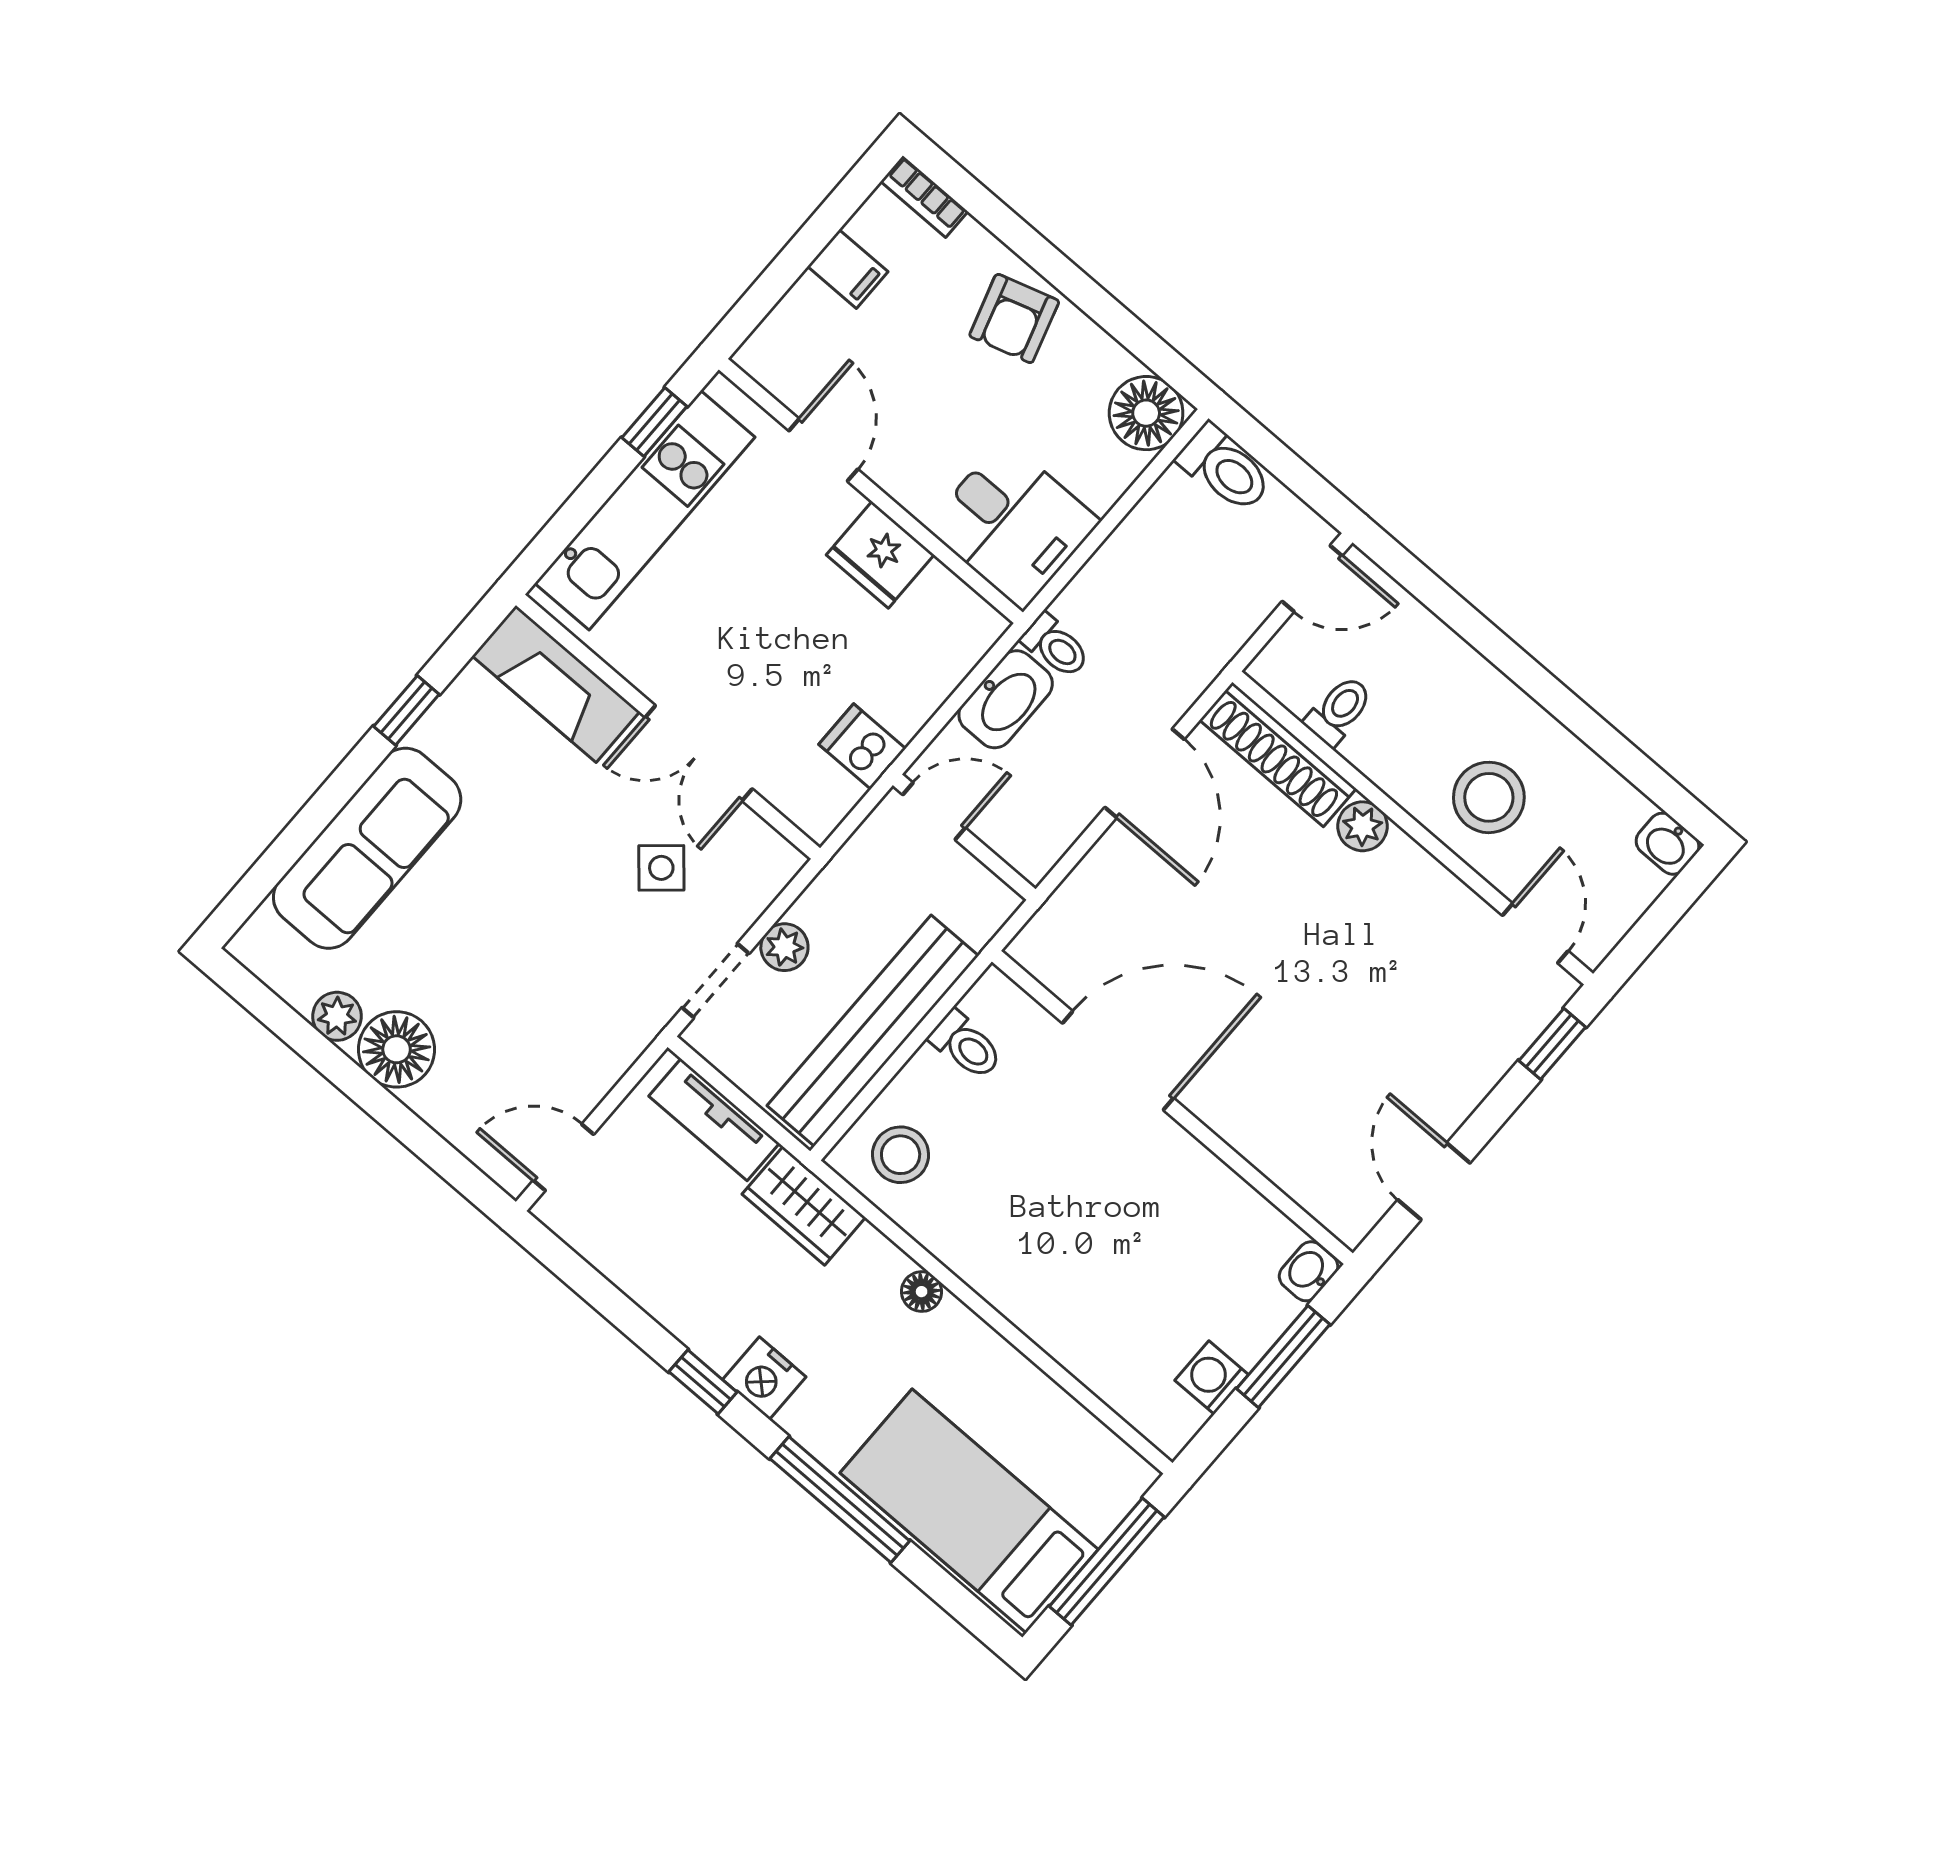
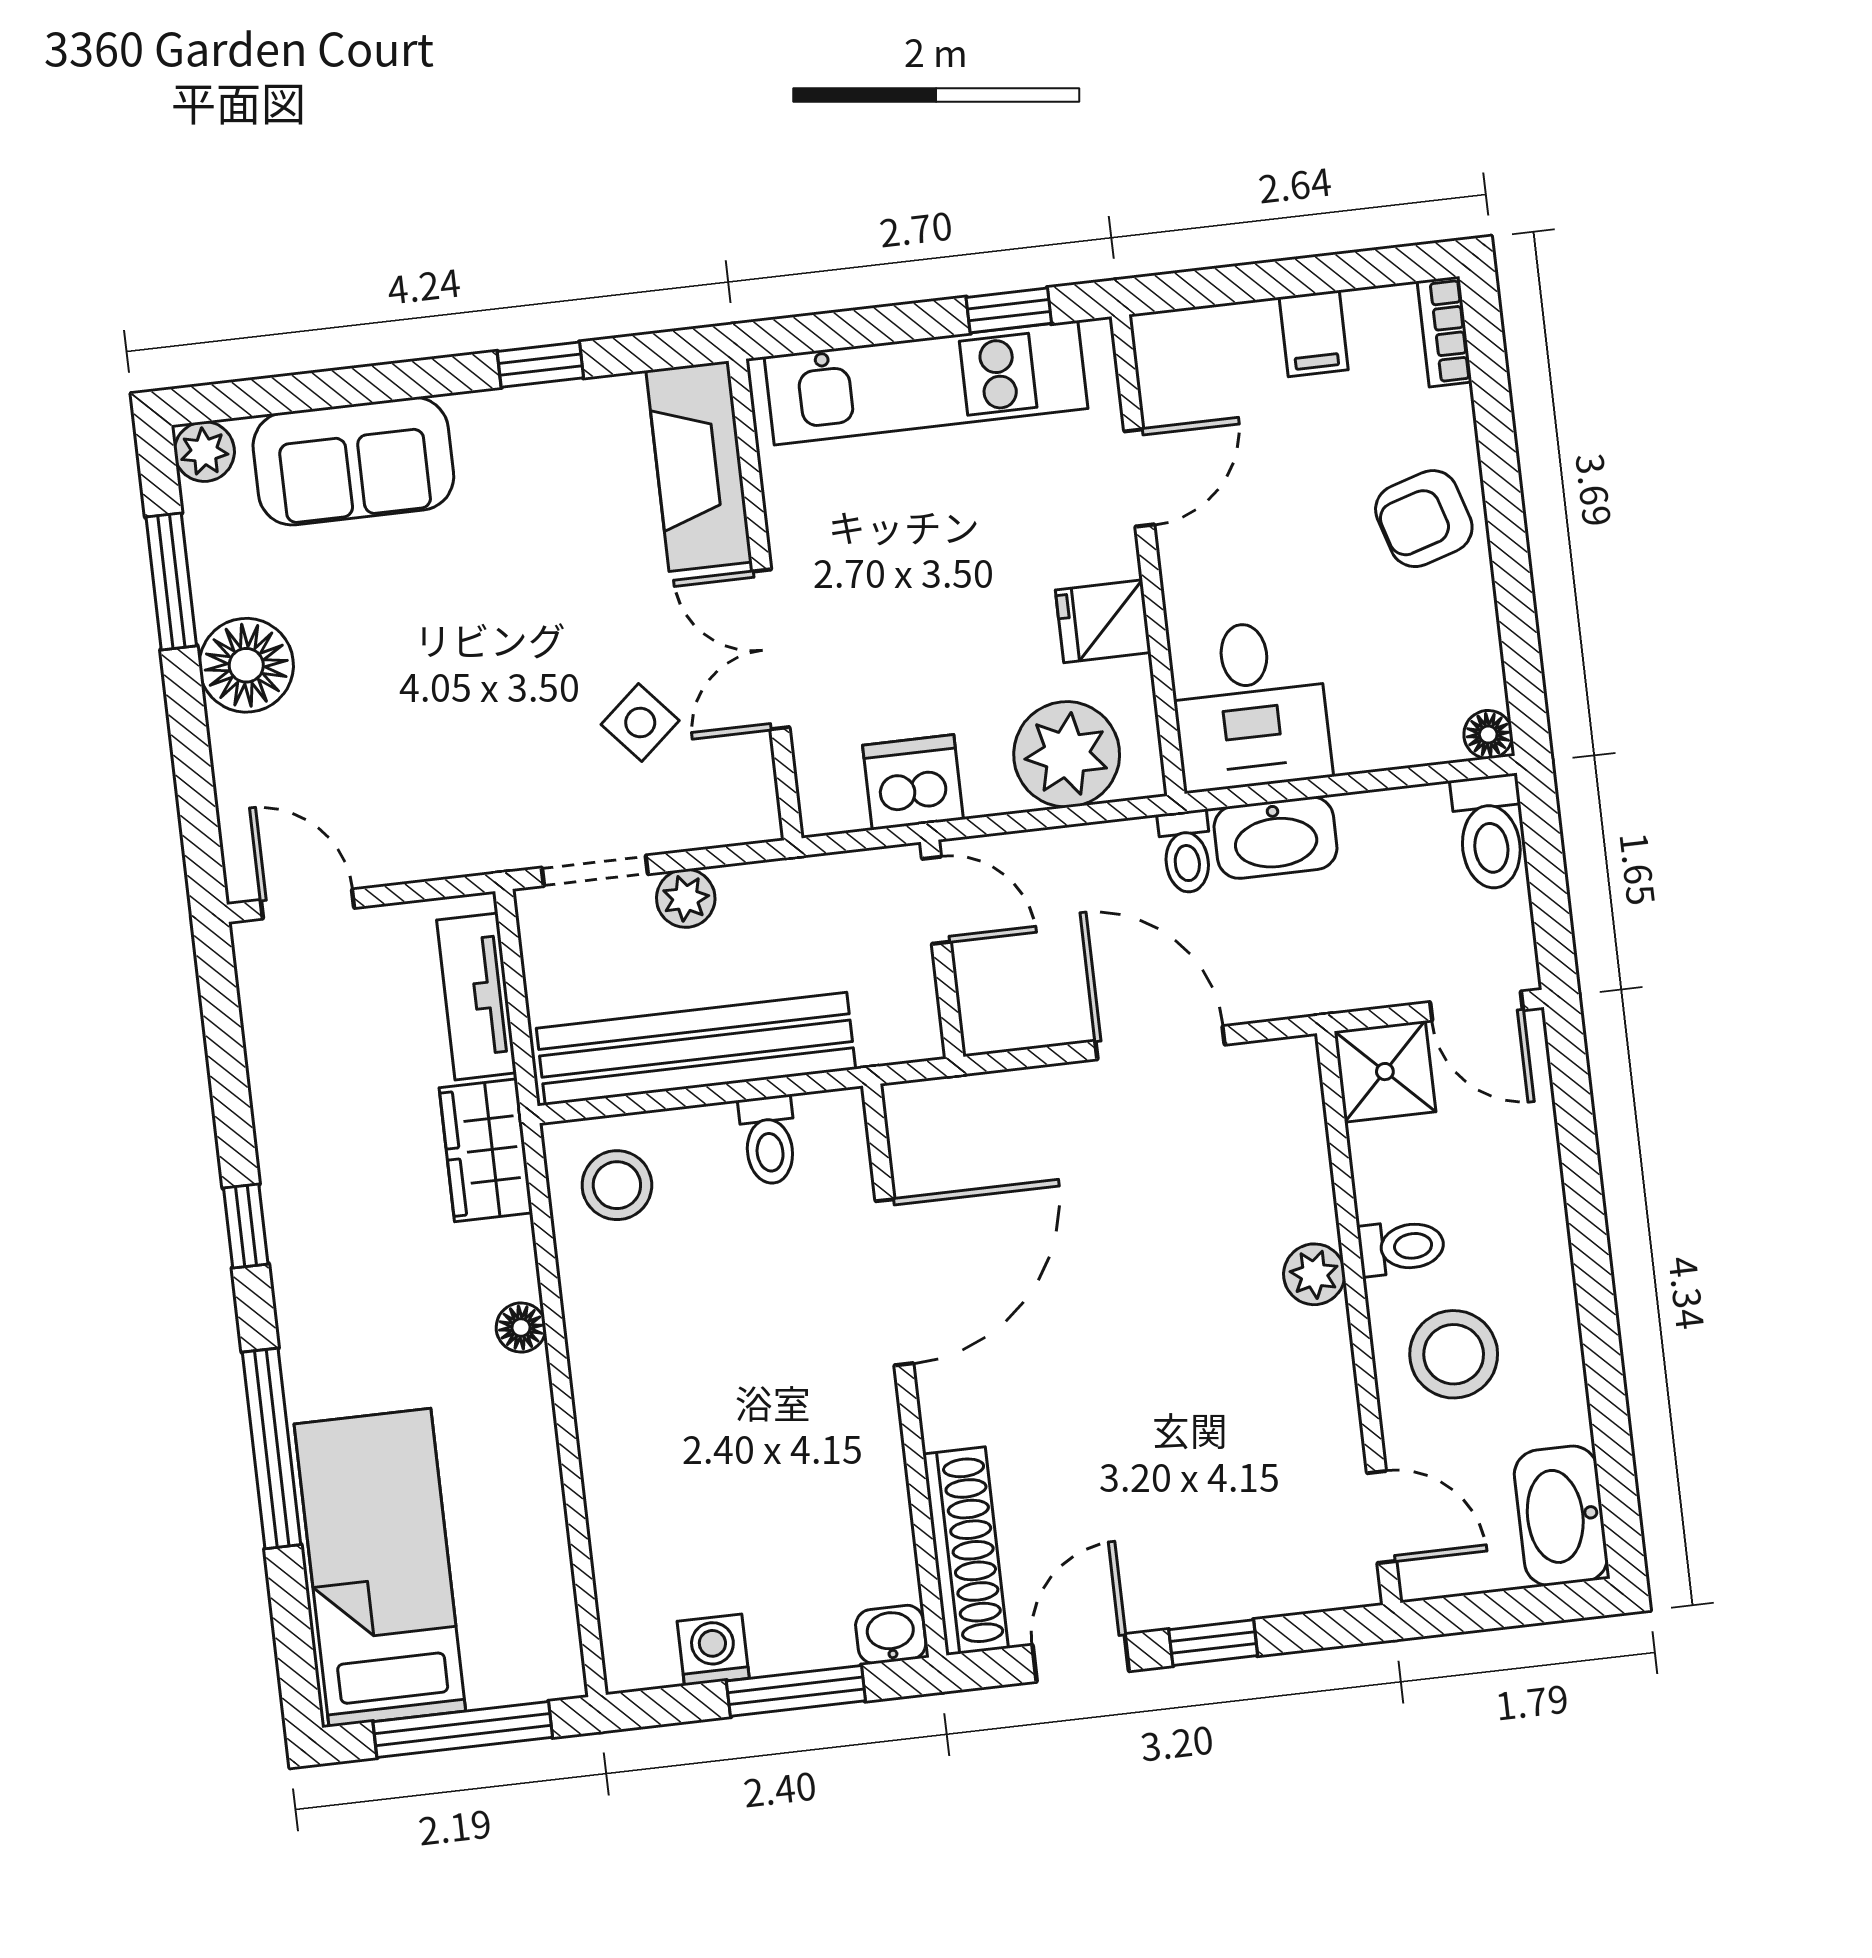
floor lamp: (1146, 413) -> (1488, 735), width x0.53, depth x0.53
fridge: (880, 555) -> (1103, 621), width x0.72
plant: (931, 654) -> (1067, 754), added
shower: (1294, 667) -> (1385, 1072), added
washbasin: (1006, 699) -> (1276, 838), moved
toilet: (1339, 711) -> (1401, 1247), moved
dishwasher: (862, 746) -> (913, 782), width x1.38
shoe rack: (1278, 754) -> (966, 1551), moved, turned 180
door: (1145, 773) -> (1160, 1043), swing flipped
washbasin: (1667, 844) -> (1561, 1516), width x1.91, depth x1.45
sofa: (367, 848) -> (353, 461), width x0.73
door: (1535, 933) -> (1382, 1517), hinge flipped
plant: (337, 1016) -> (204, 452), moved
window: (306, 1041) -> (171, 581), added
window: (1552, 1044) -> (1213, 1643), moved
door: (1118, 1061) -> (894, 1282), hinge flipped
nightstand: (764, 1378) -> (305, 1274), removed

